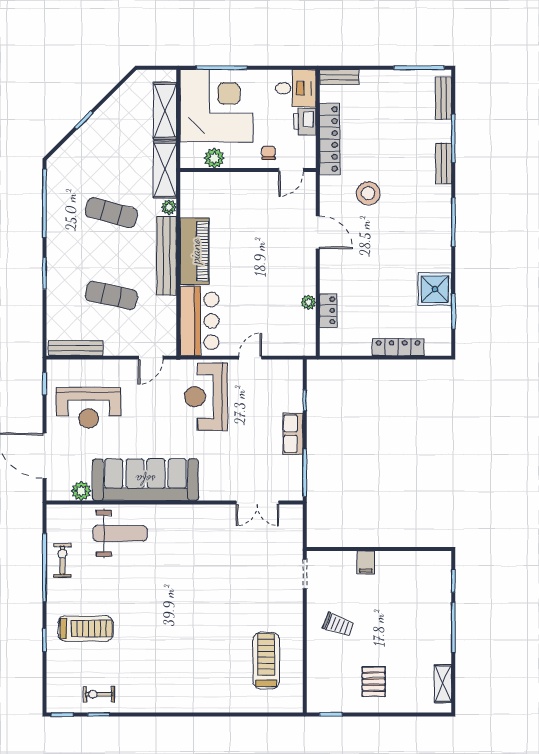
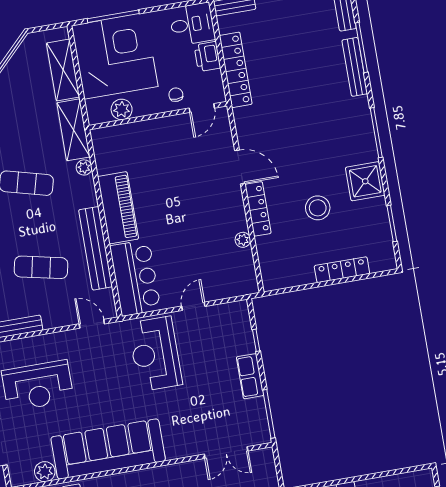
bench: (444, 163) -> (355, 67), width x1.36
stool: (368, 193) -> (318, 208), moved
bench: (167, 256) -> (96, 248), moved
shower: (435, 289) -> (365, 181), moved
locker: (328, 310) -> (258, 209), moved, width x1.53
door: (151, 358) -> (92, 324), swing flipped

